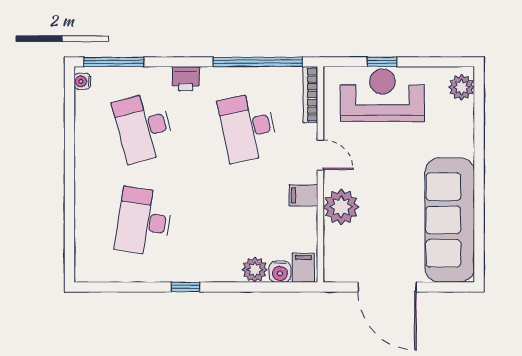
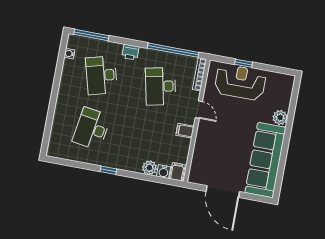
water cooler: (82, 81) -> (69, 54), moved
plant: (462, 87) -> (280, 118), moved
plant: (341, 207) -> (205, 141), removed

